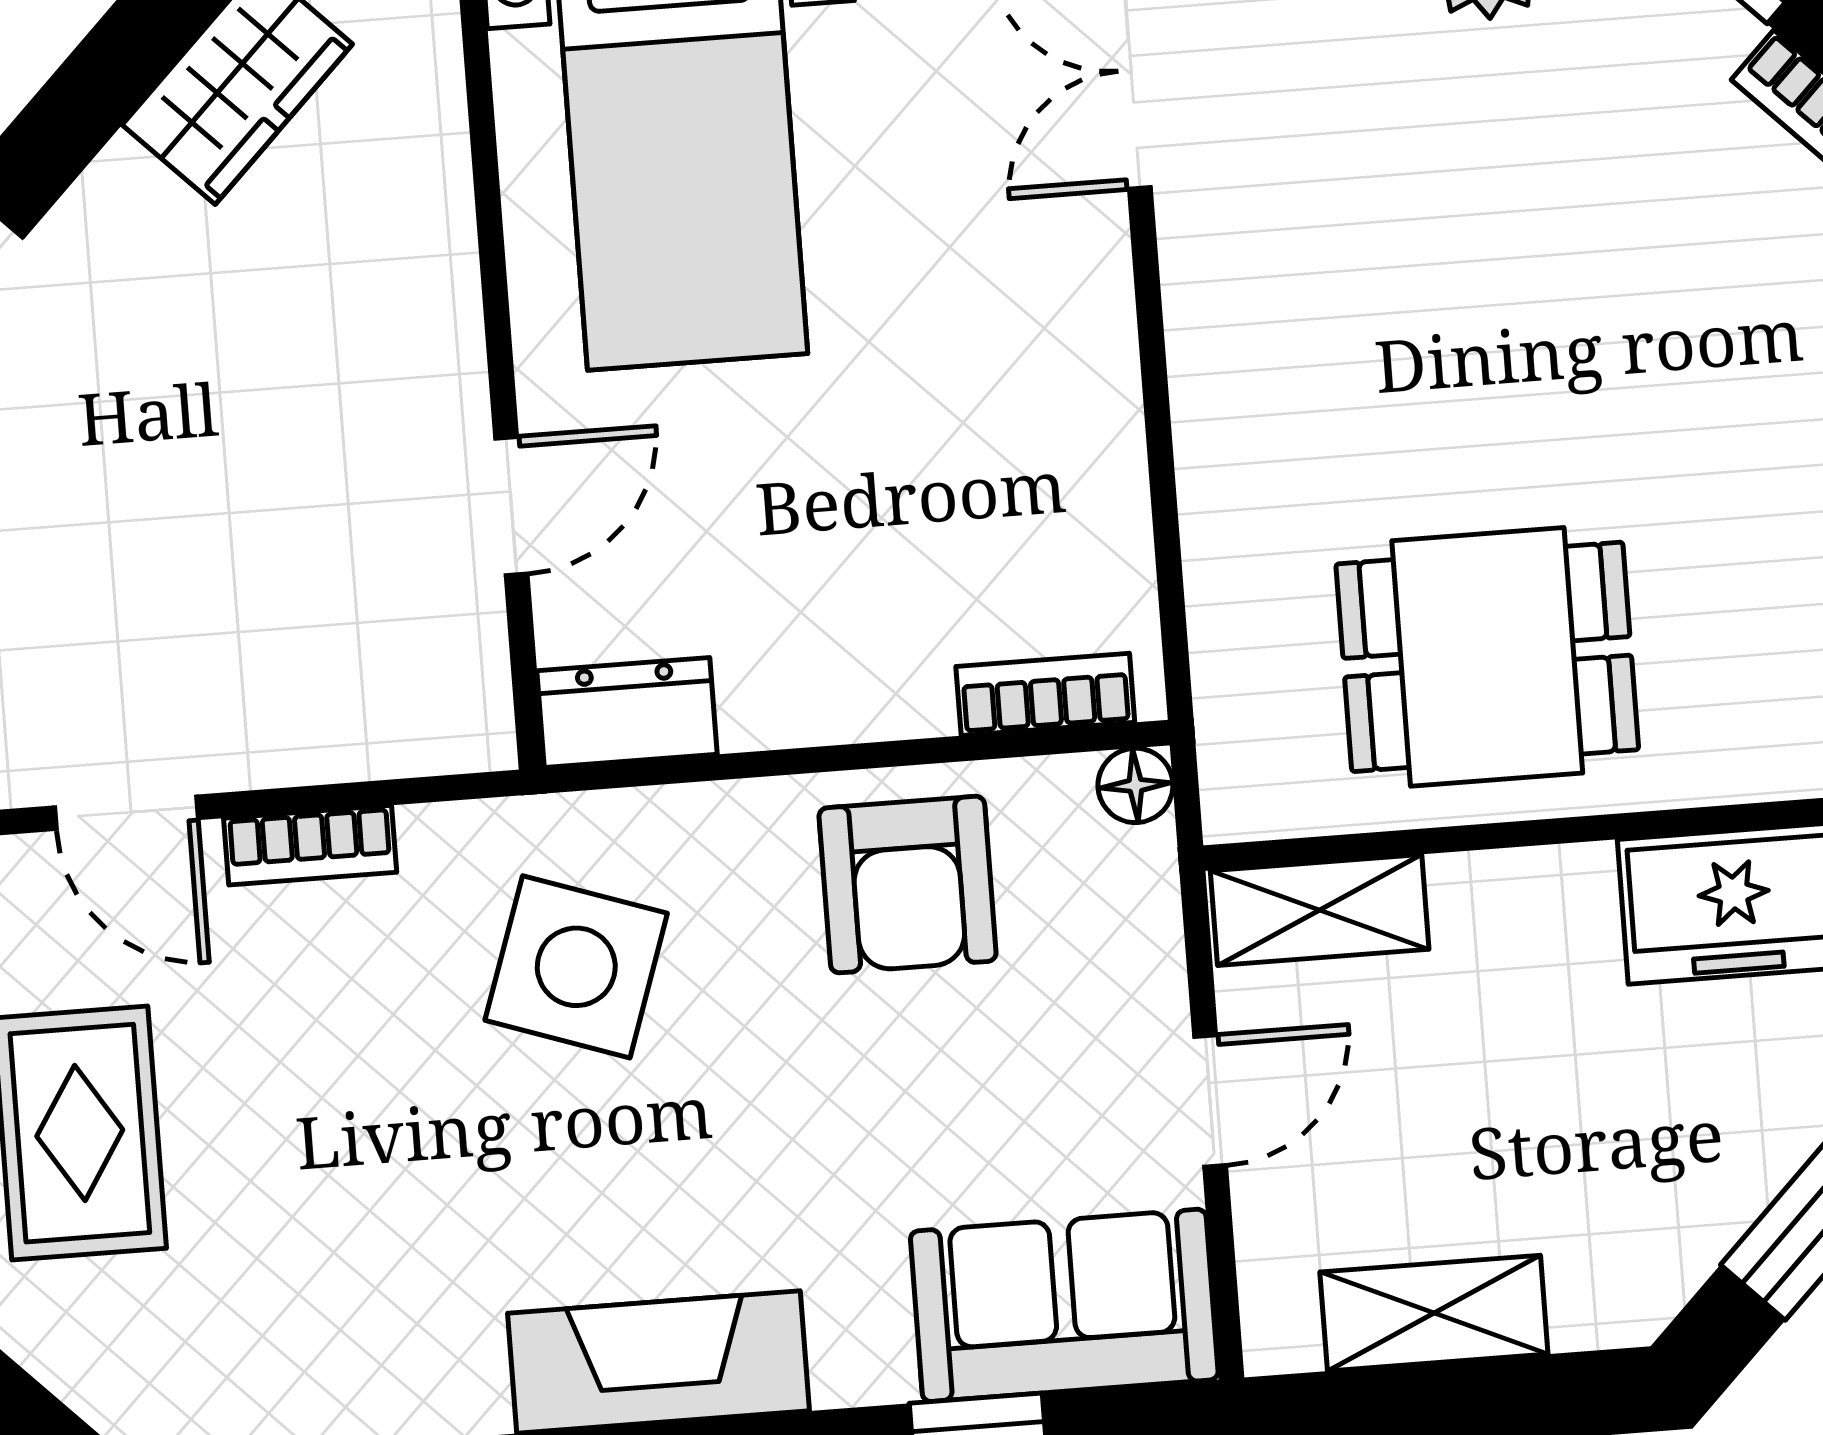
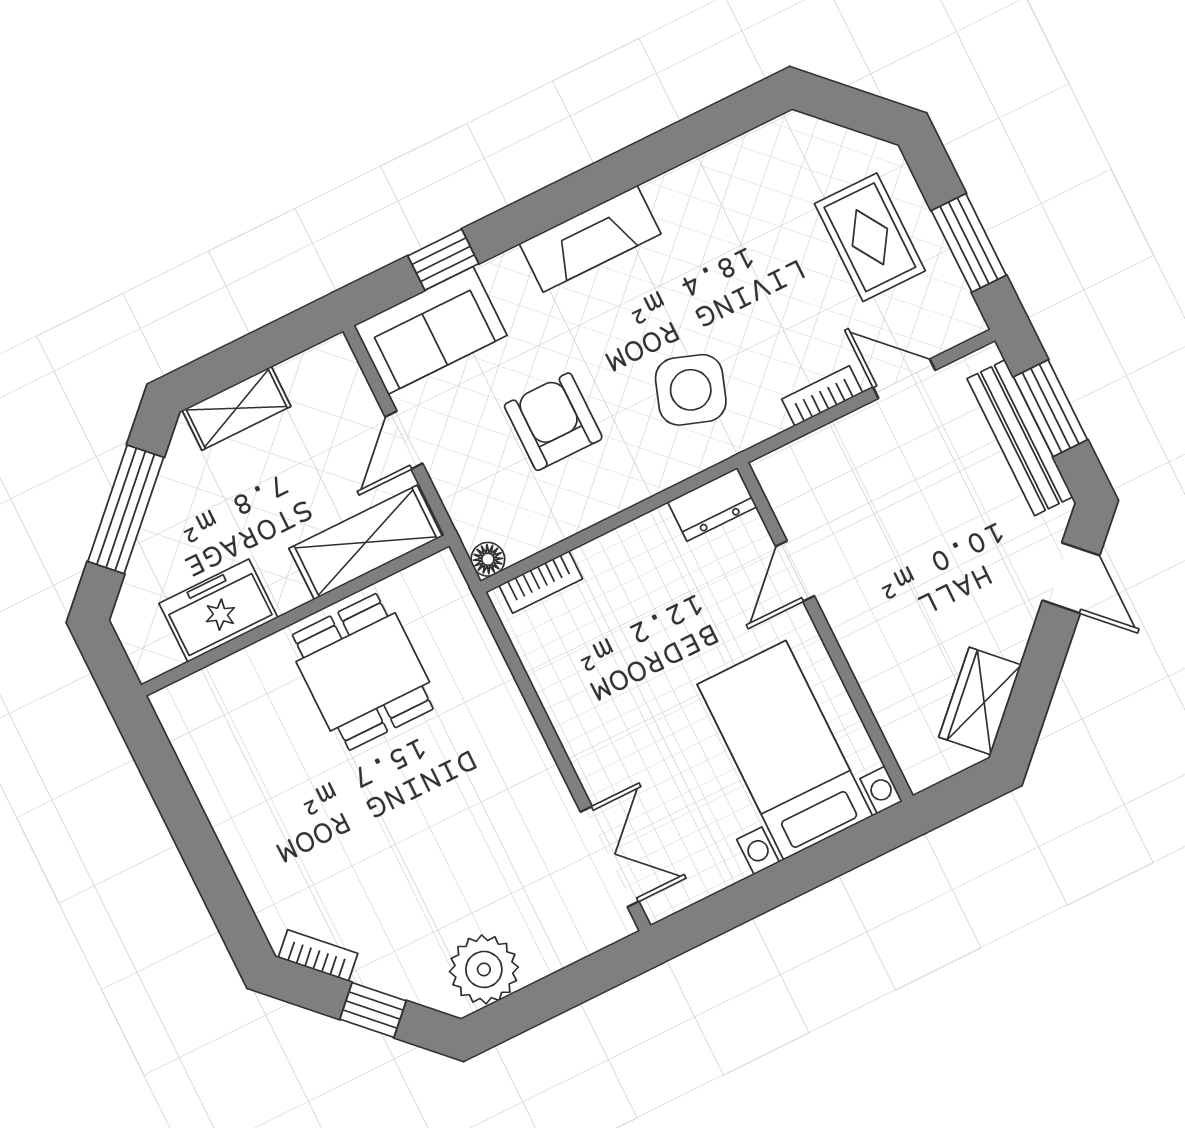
dining table: (1487, 657) -> (363, 672), turned 90
armchair: (908, 885) -> (553, 422), moved
shelving: (1320, 910) -> (366, 542), width x1.50, depth x1.33
shelving: (1434, 1313) -> (236, 408), moved

